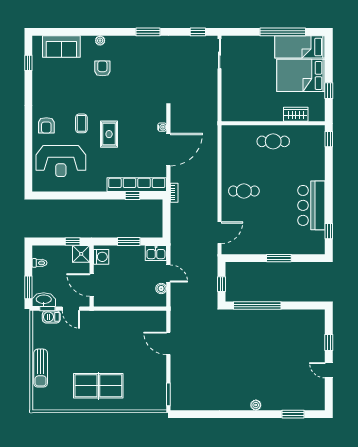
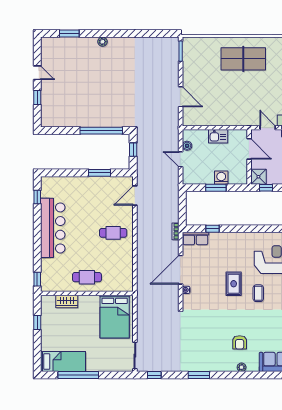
bed: (301, 75) -> (115, 317), moved, turned 90
row of seats: (137, 185) -> (195, 239), width x0.50
bar counter: (311, 205) -> (53, 228), width x1.36
kitchen sink: (156, 253) -> (218, 136), moved, turned 180
washing machine: (101, 257) -> (221, 178), moved, turned 90
window: (279, 258) -> (99, 173), moved

